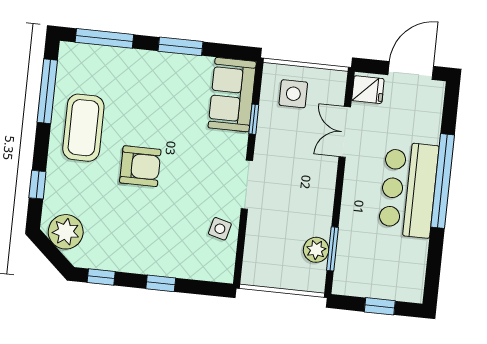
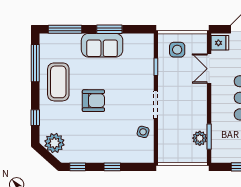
sofa: (232, 95) -> (102, 45), moved, turned -90

